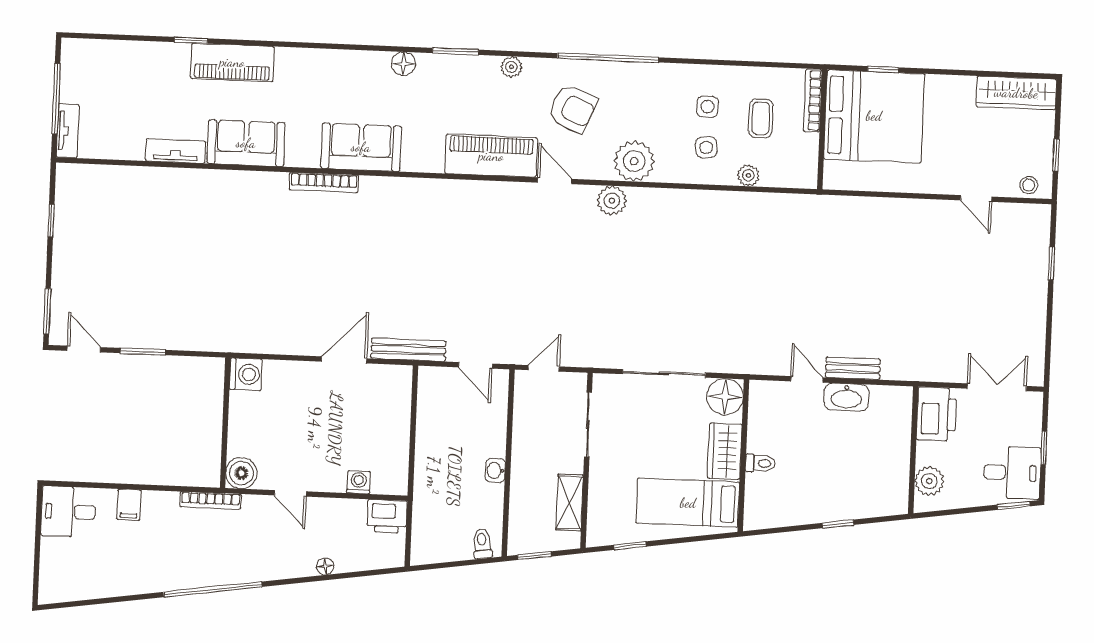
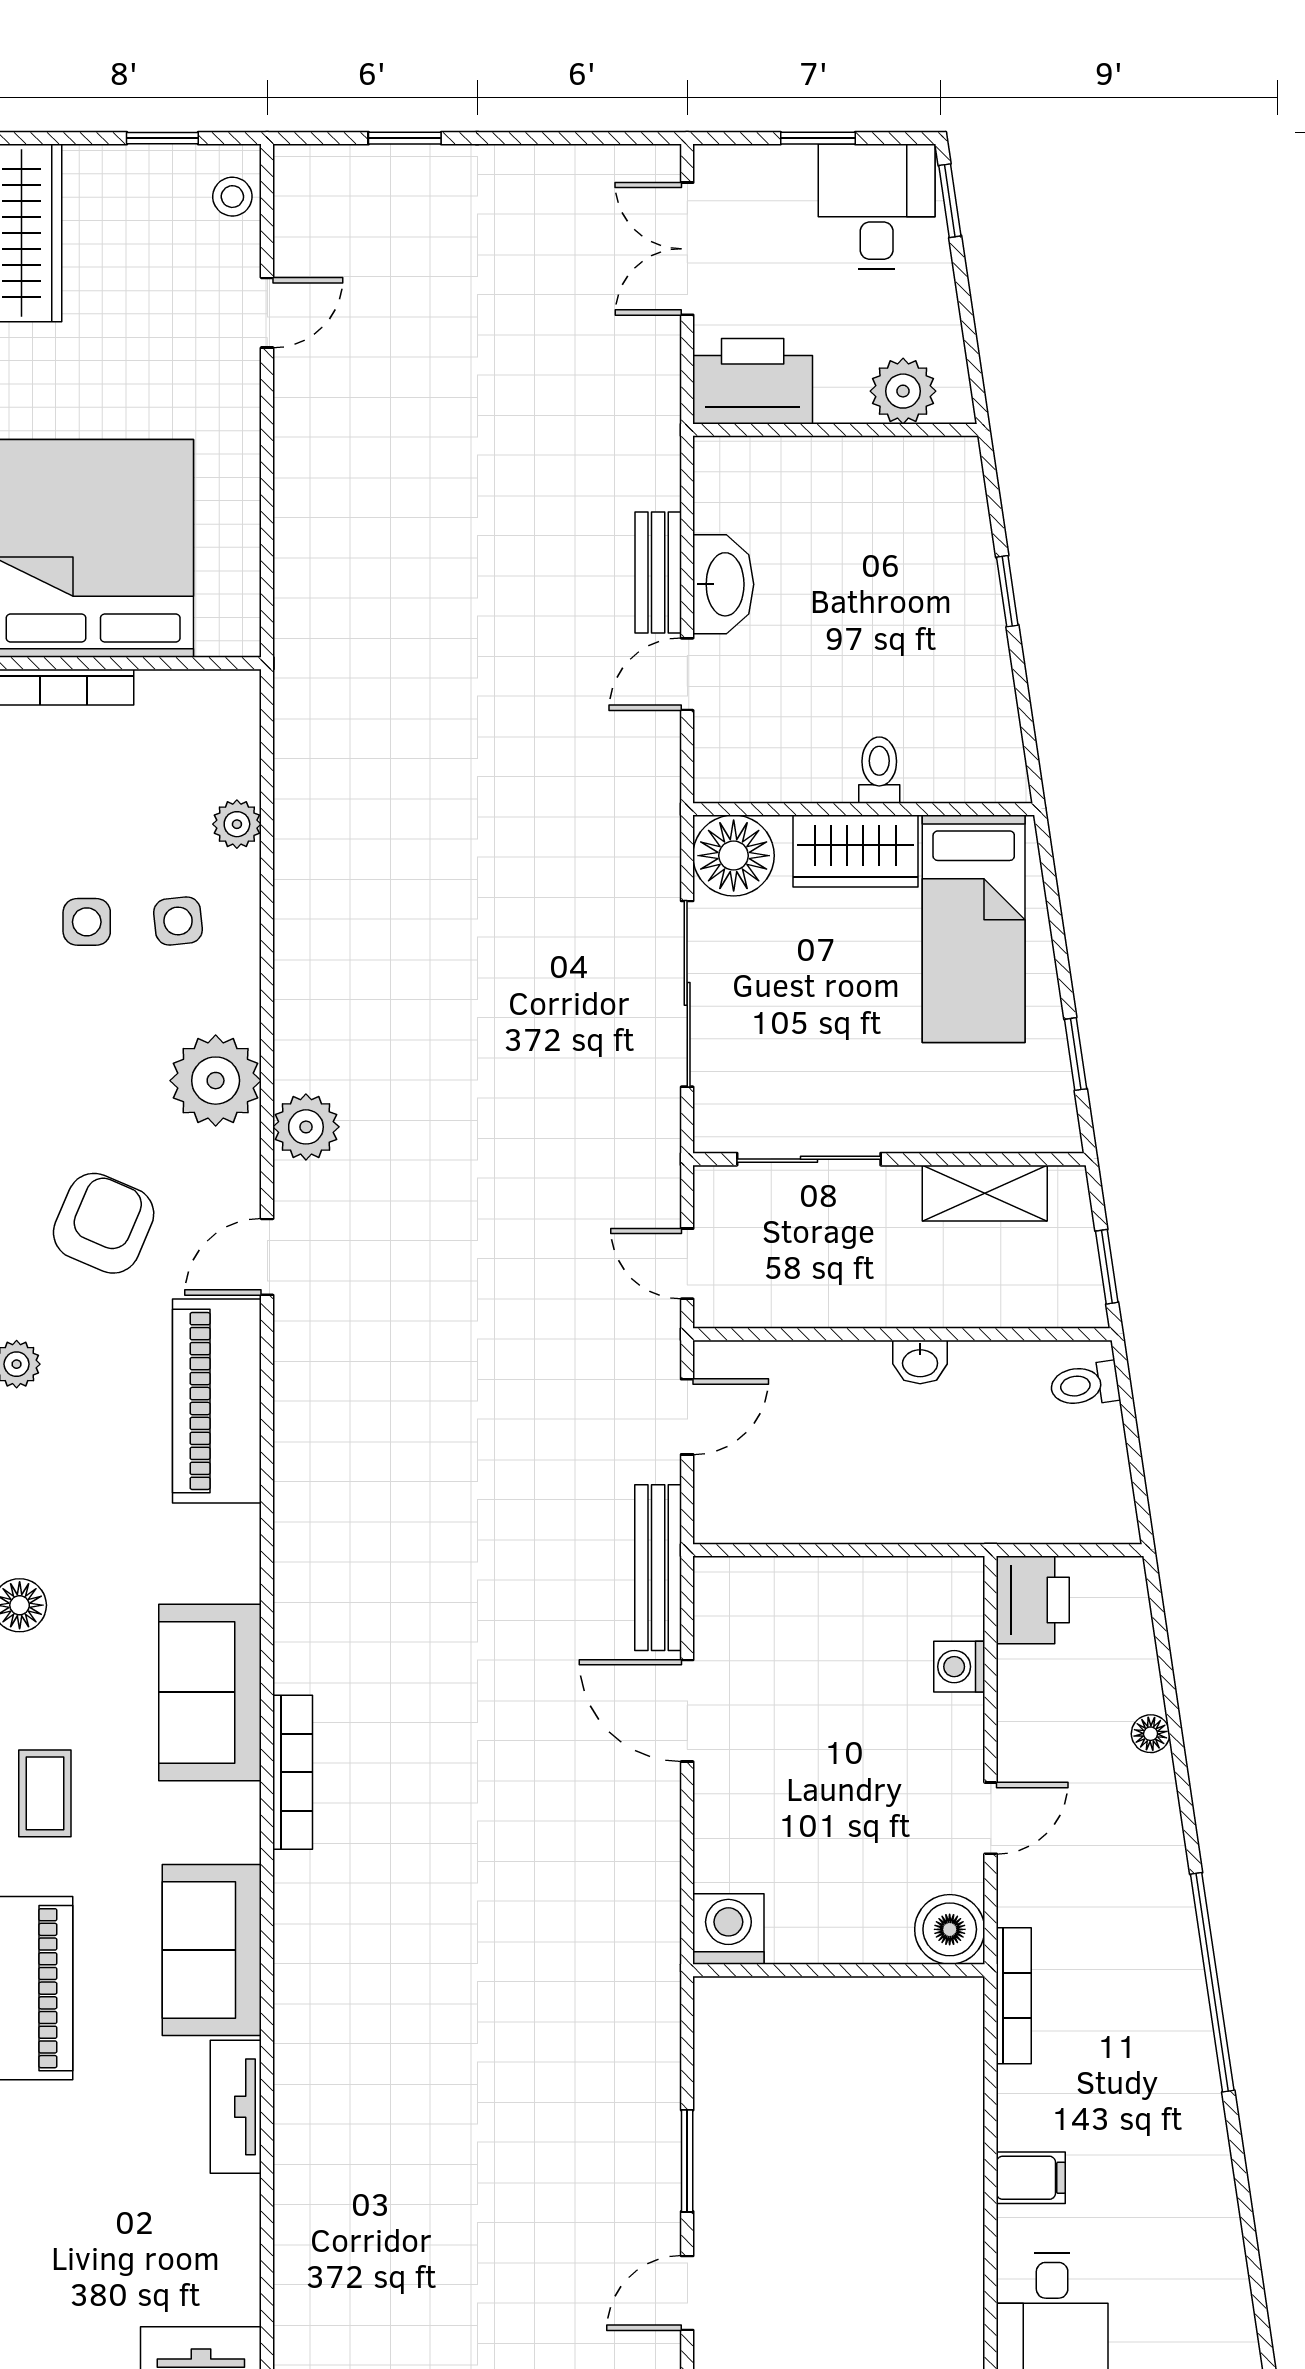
coffee table: (761, 118) -> (45, 1793), moved, turned 90

